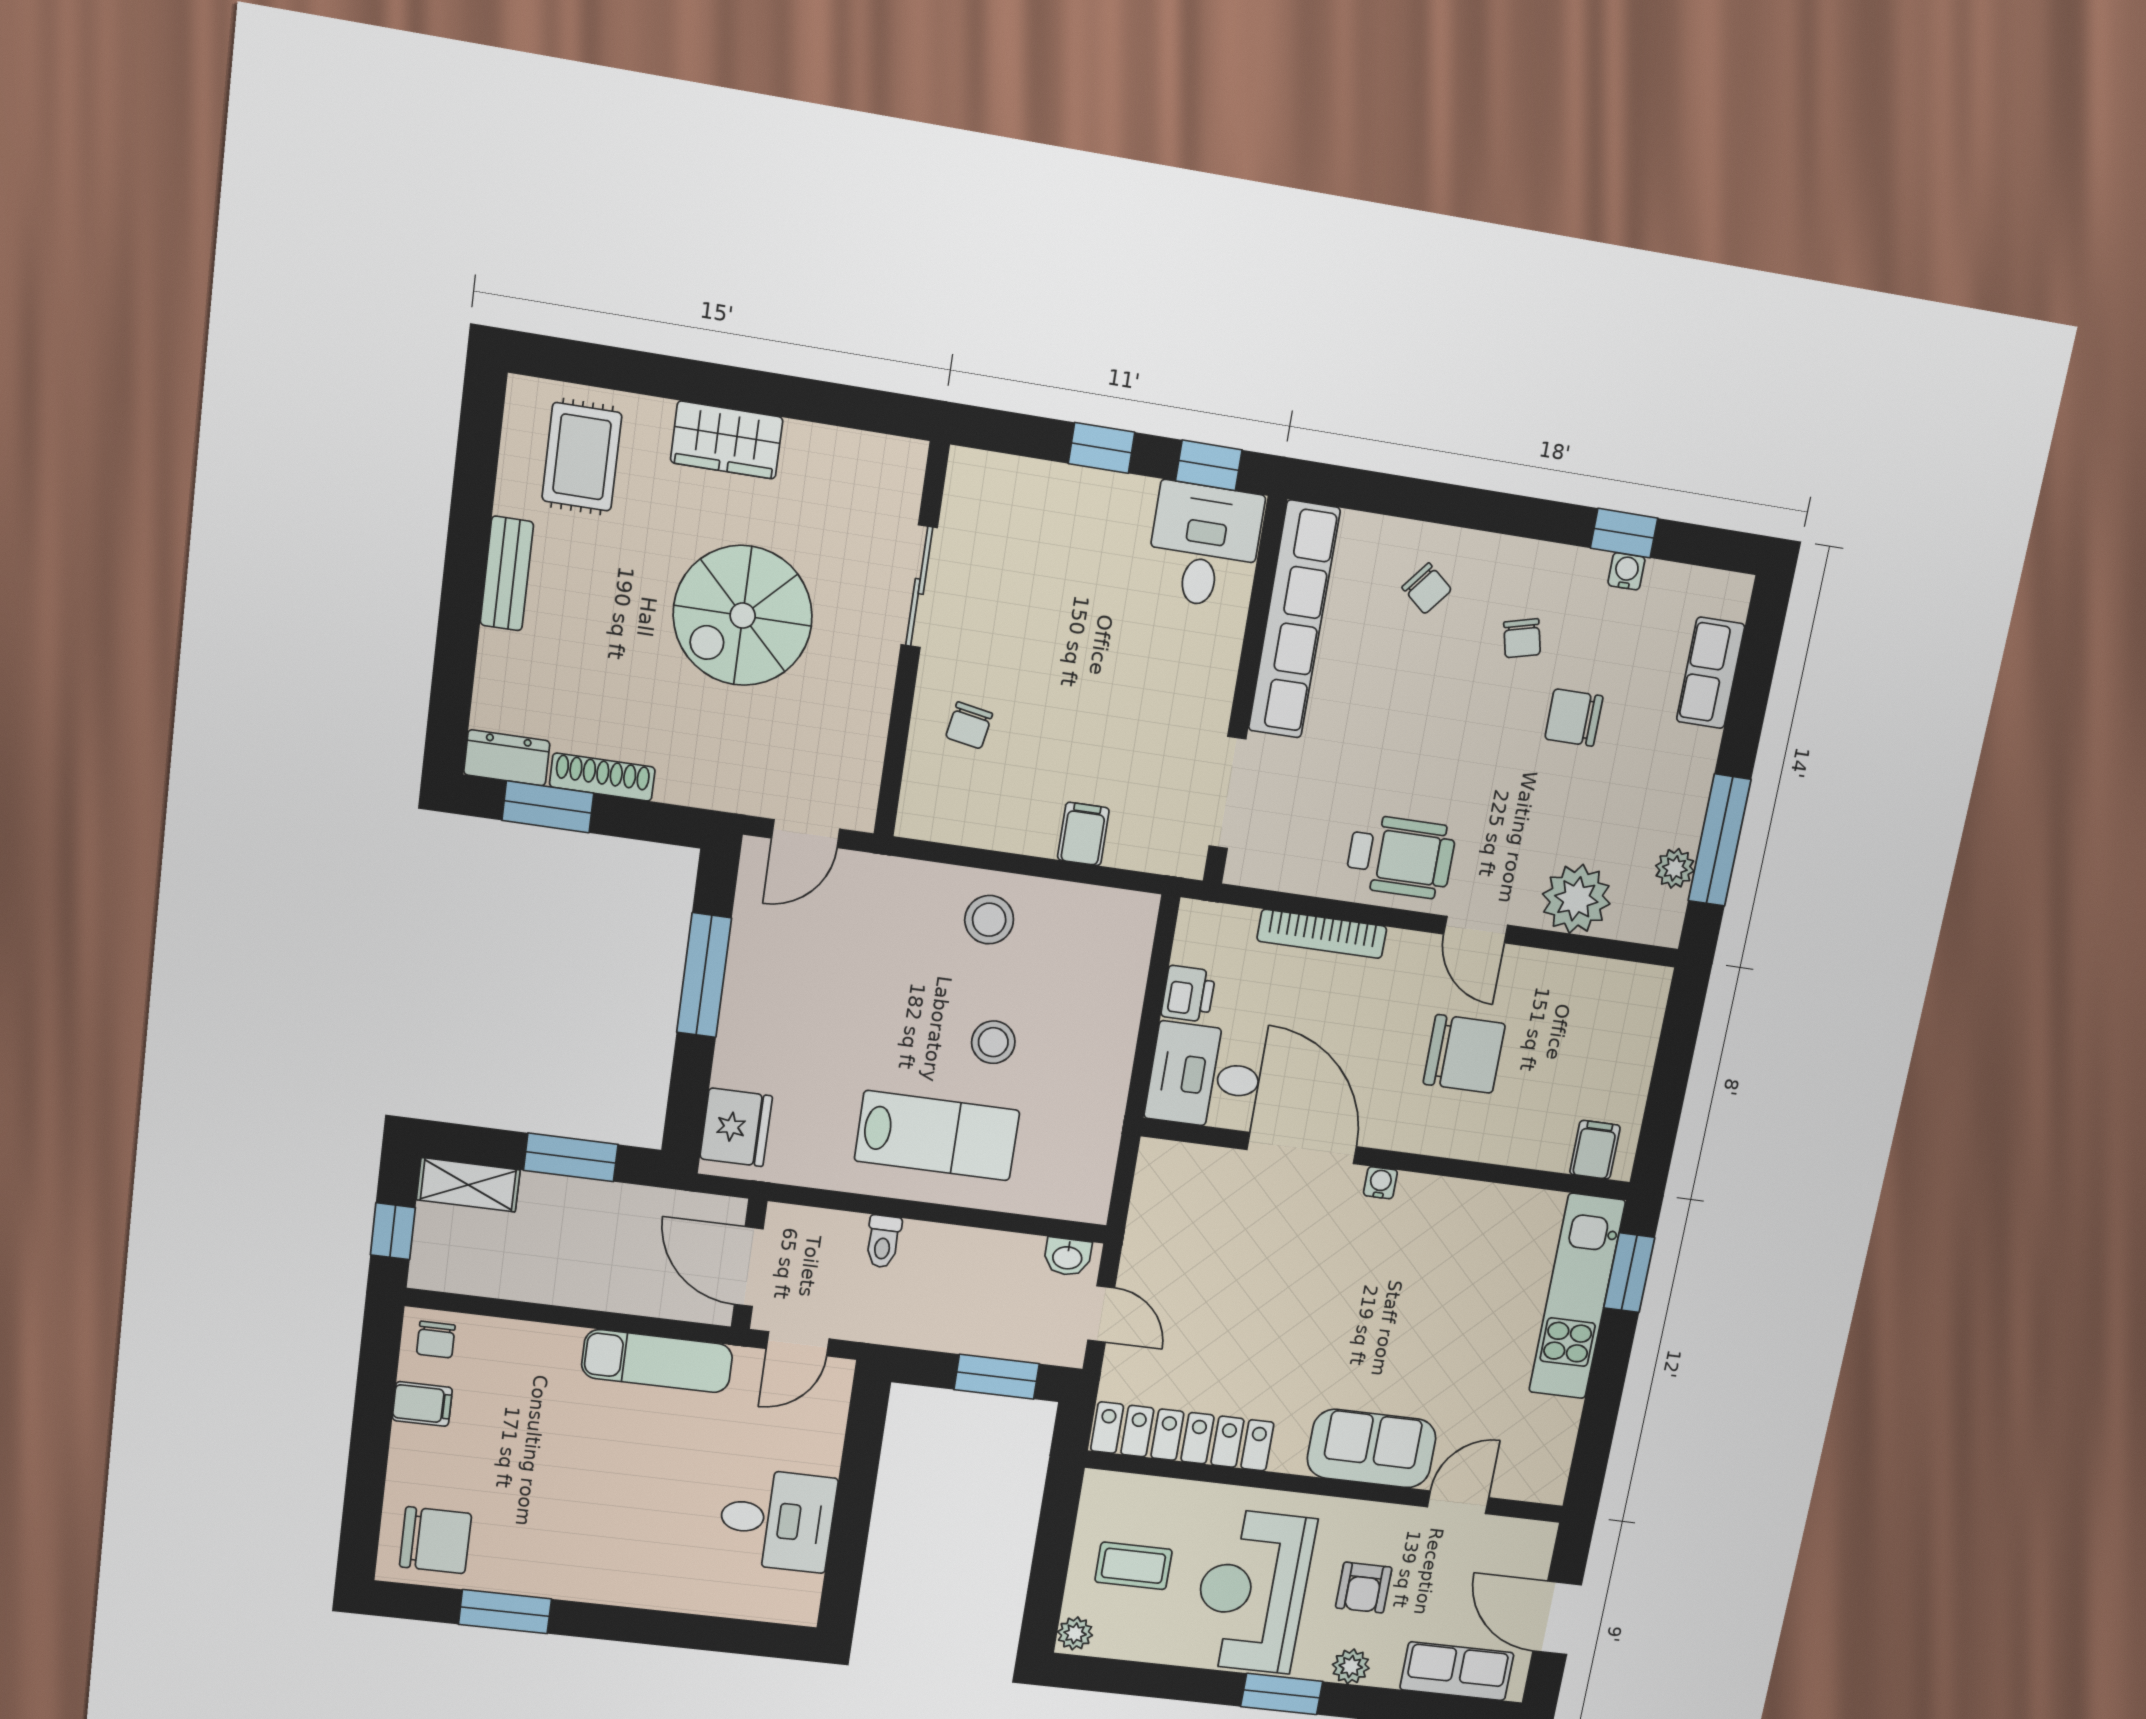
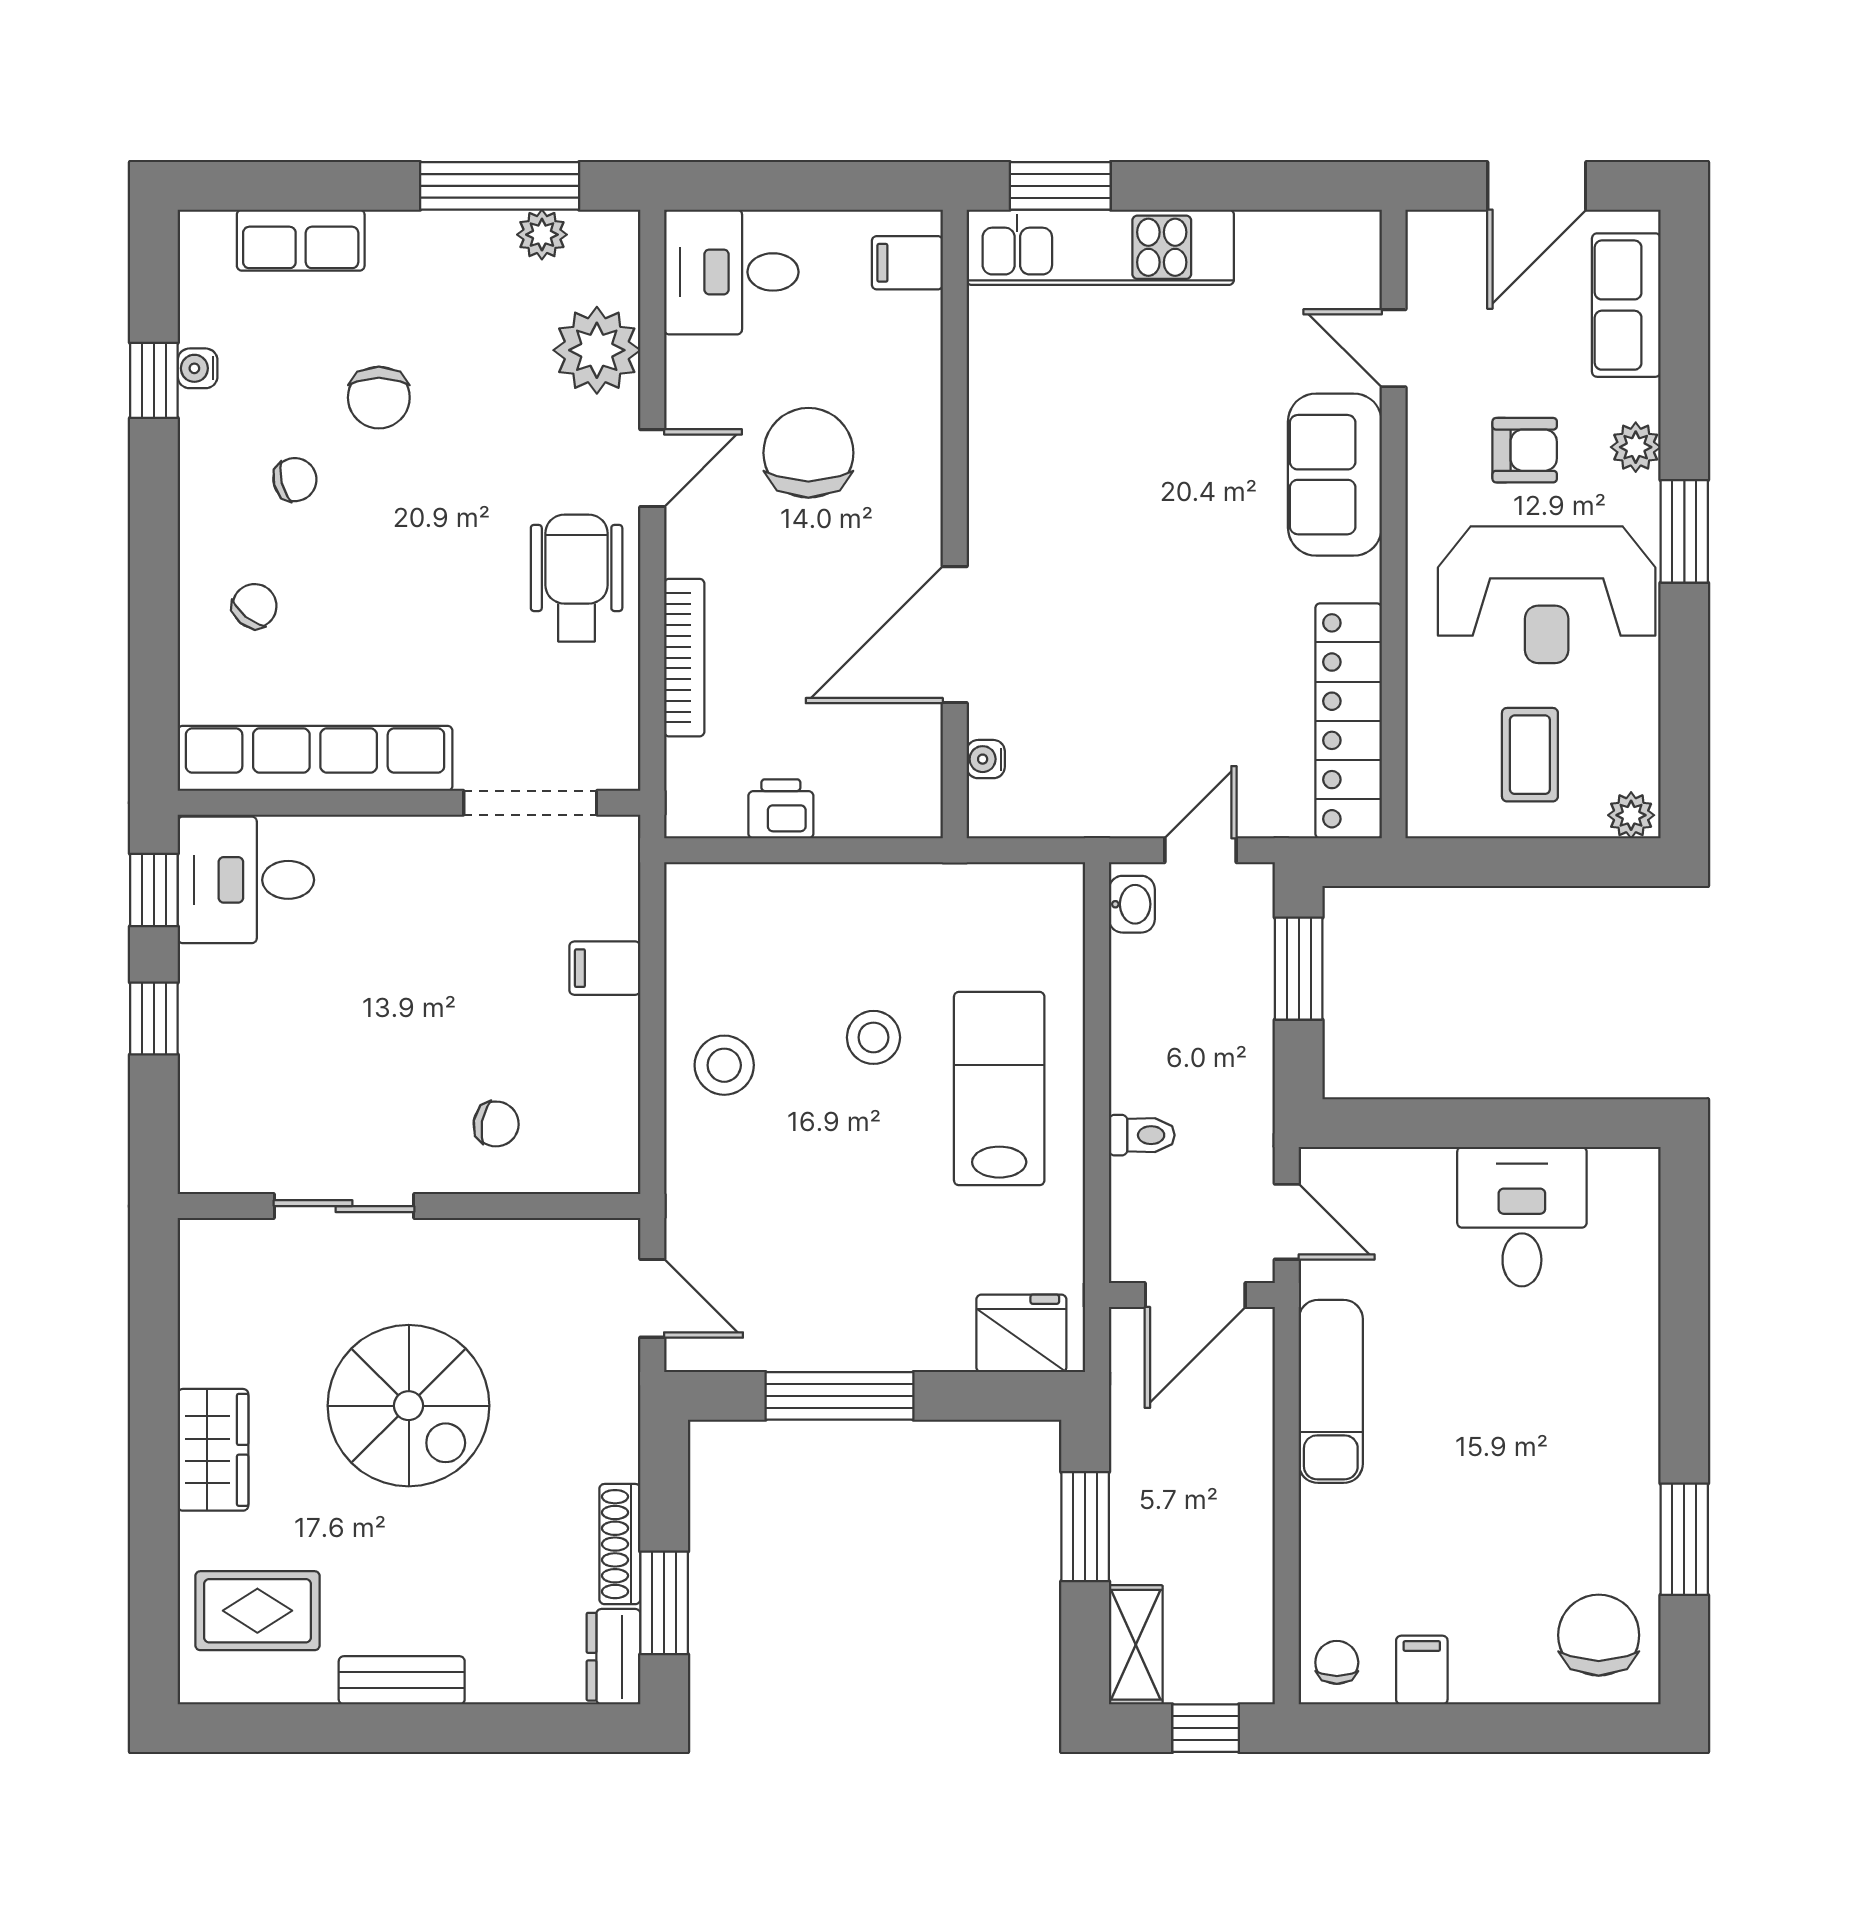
desk: (1205, 1076) -> (731, 272), moved, turned 90
water cooler: (1380, 1183) -> (986, 759), moved
chair: (436, 1340) -> (1337, 1662), turned -90

